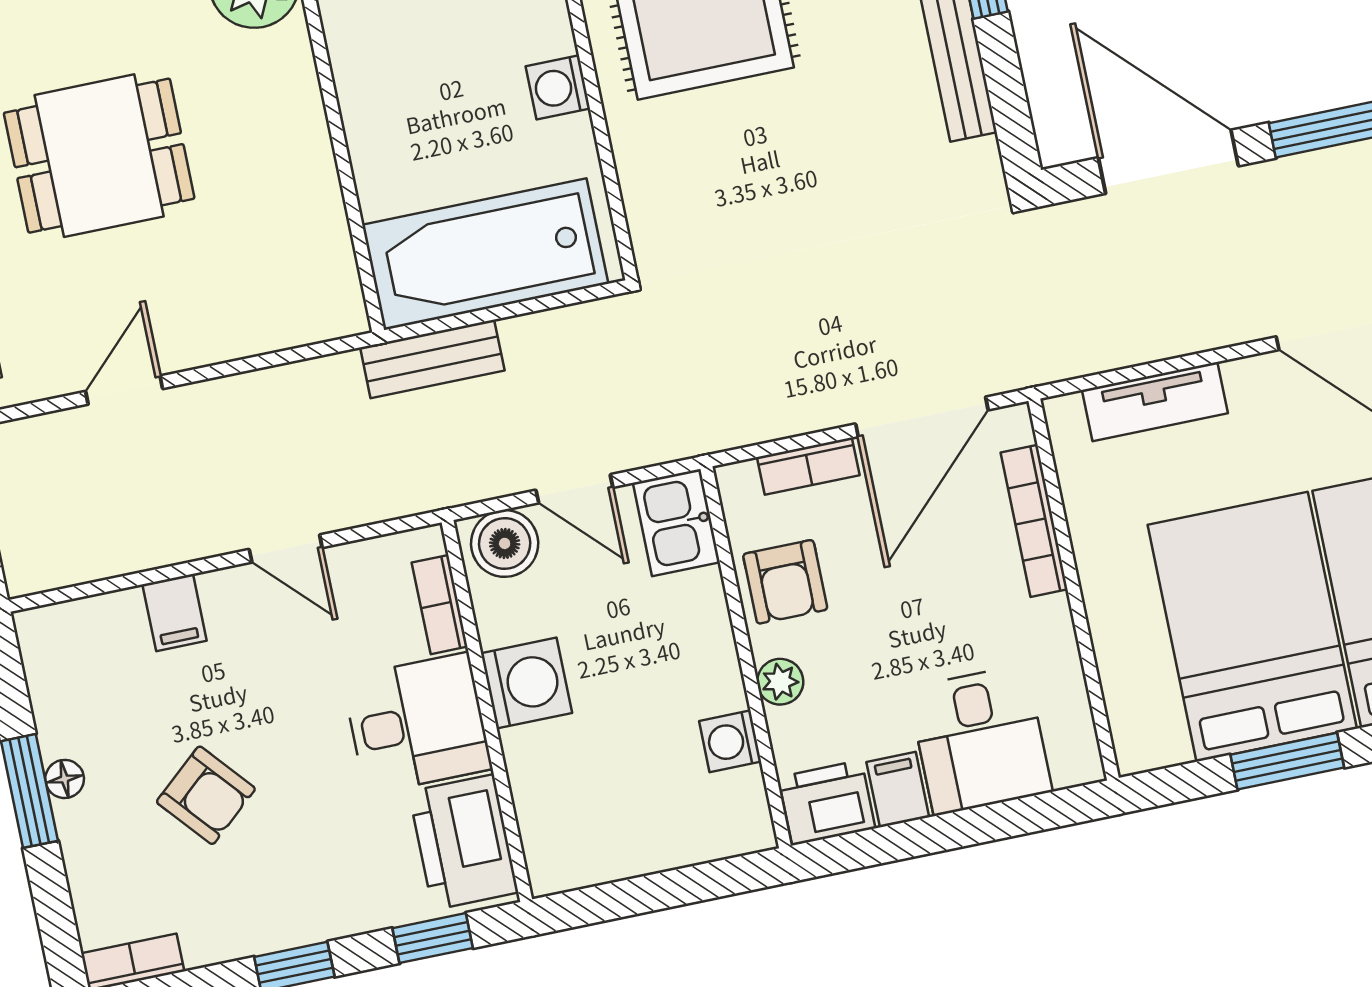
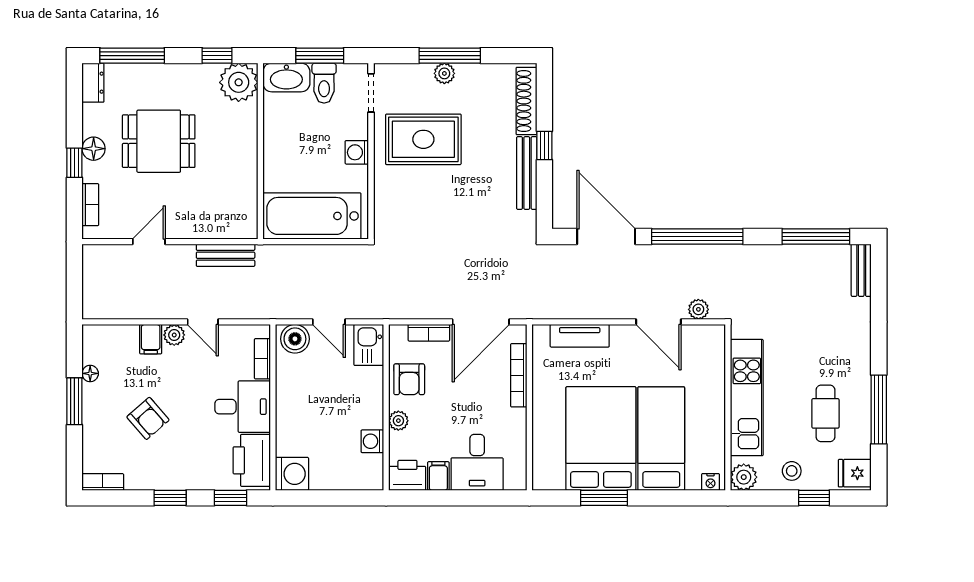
bench: (432, 359) -> (226, 255), moved
plant: (226, 592) -> (174, 335), added
washing machine: (526, 683) -> (292, 474), moved
floor lamp: (65, 779) -> (90, 373), moved

